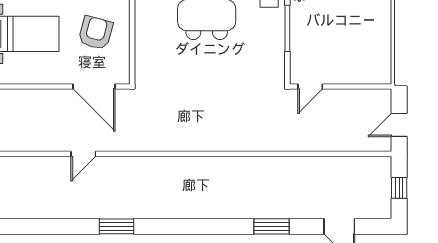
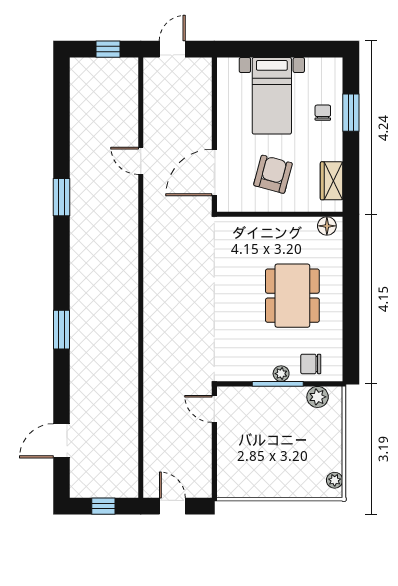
plant: (278, 25) -> (281, 374), added
armchair: (96, 33) -> (273, 174), turned -90
window: (272, 226) -> (61, 330), moved

